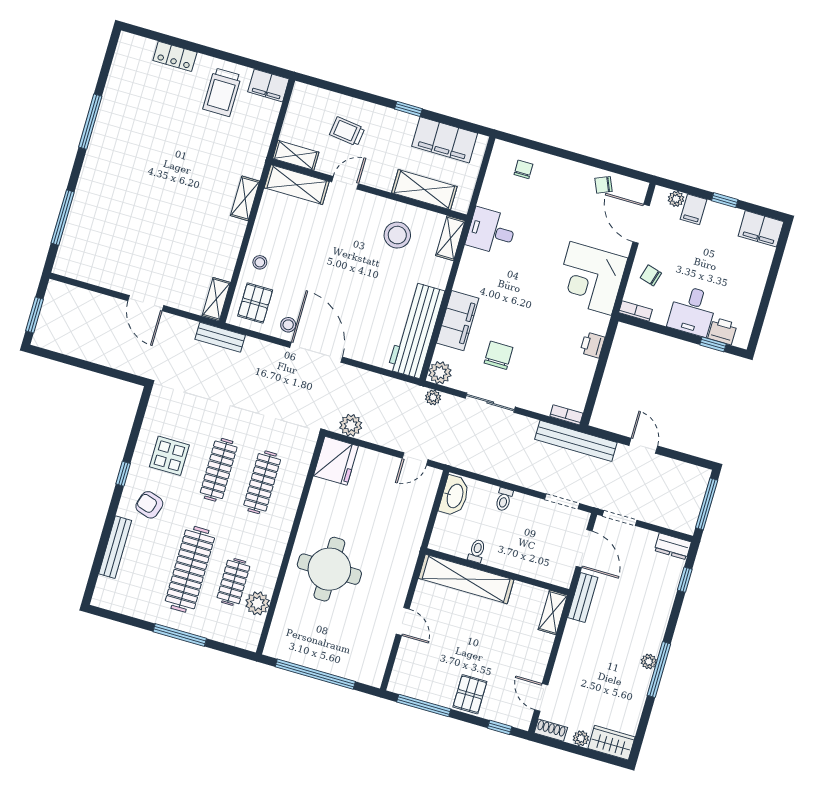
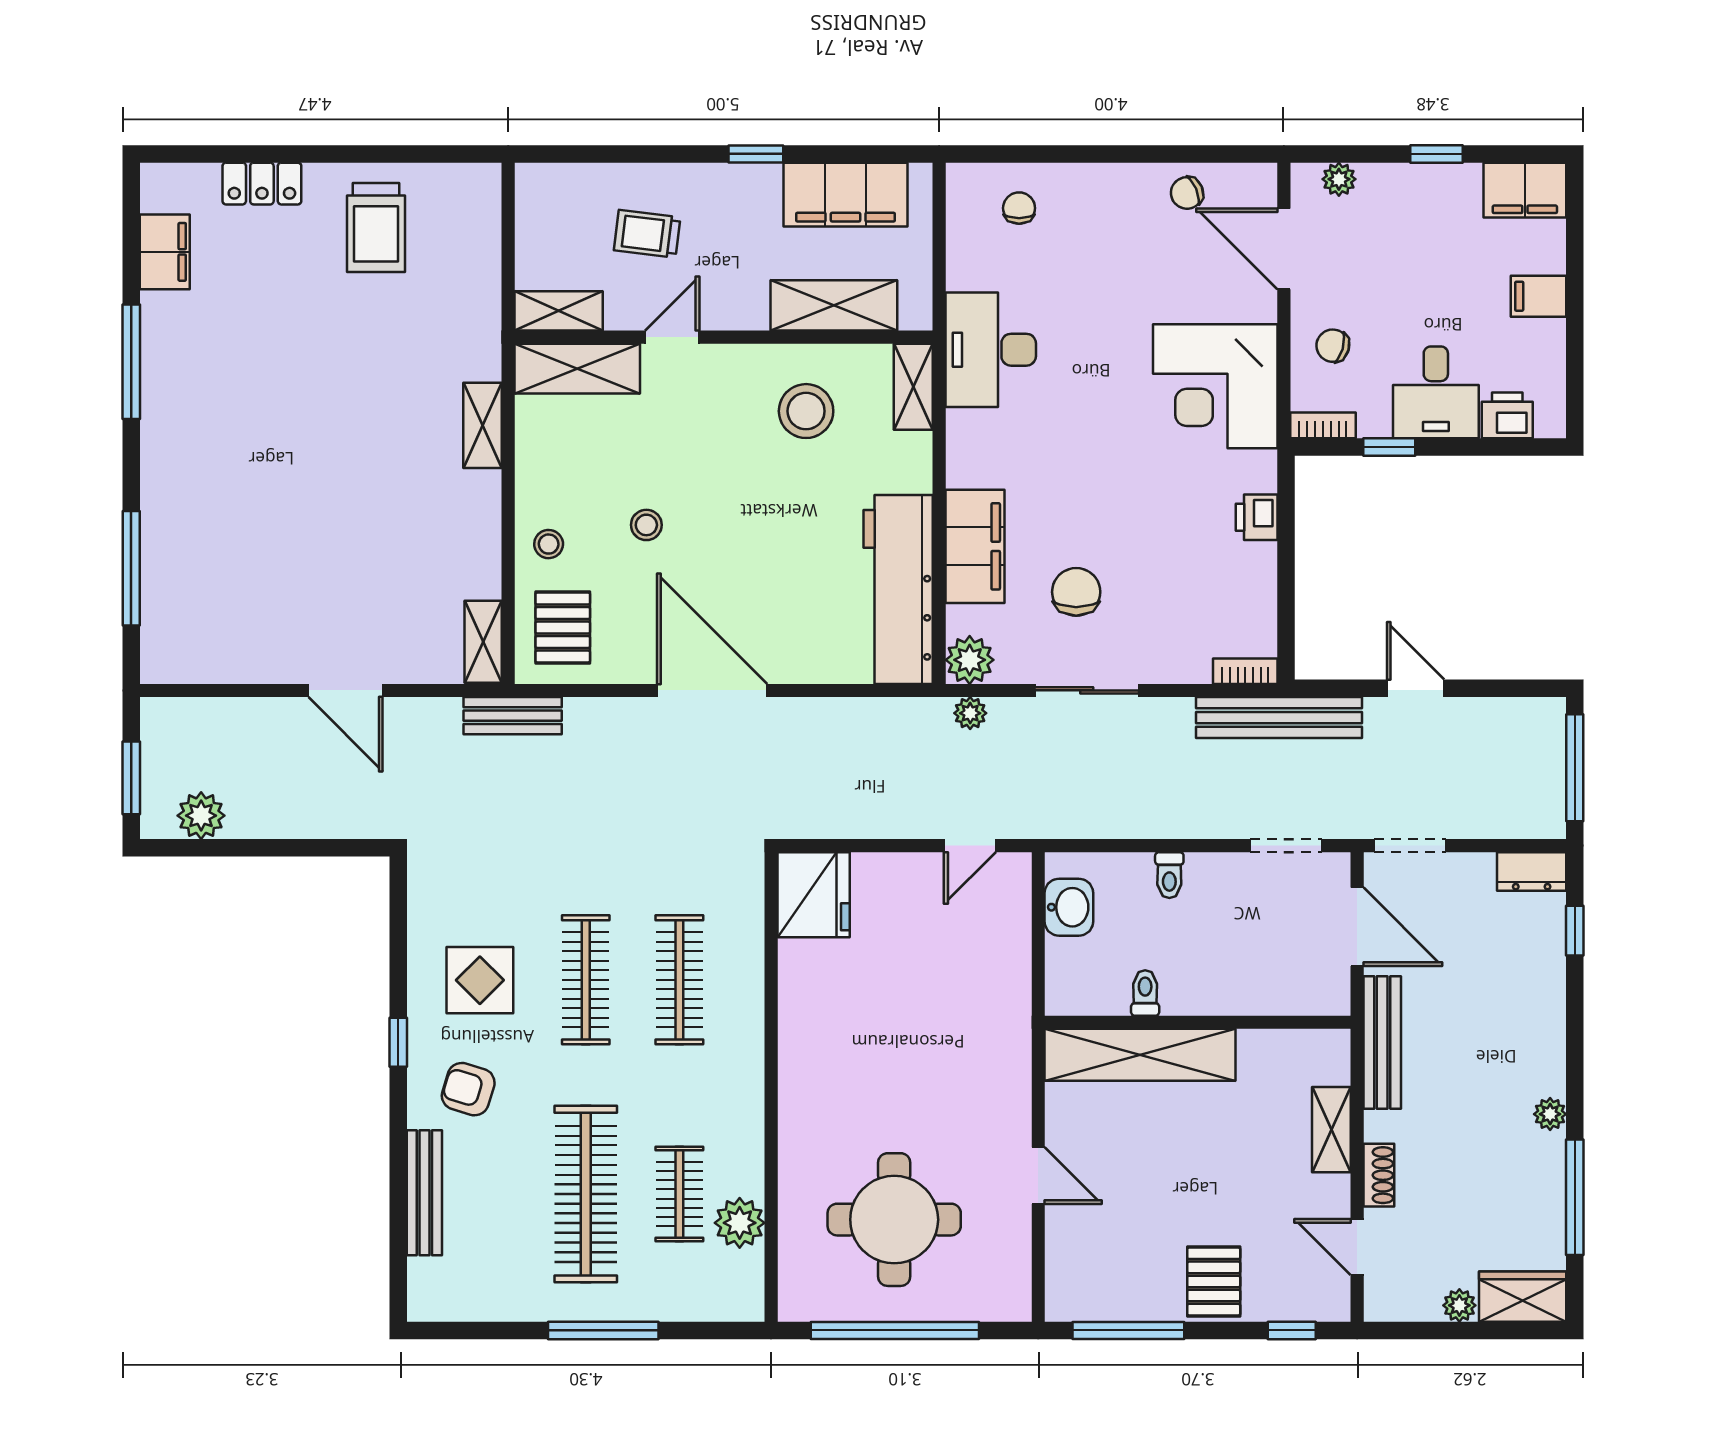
filing cabinet: (268, 85) -> (165, 252), moved, turned -90
filing cabinet: (693, 209) -> (1539, 296), moved, turned 90
desk: (491, 231) -> (991, 350), width x1.37
stool: (288, 325) -> (646, 525), moved
window: (713, 344) -> (1389, 447), moved
plant: (351, 425) -> (201, 816), moved
washbasin: (454, 496) -> (1069, 907), width x0.72
round table: (329, 569) -> (894, 1220), moved
bench: (583, 598) -> (1382, 1042), width x1.36
shelving: (553, 612) -> (1331, 1130), moved
window: (659, 670) -> (1575, 1197), moved
shoe rack: (551, 730) -> (1379, 1175), moved, turned 90

